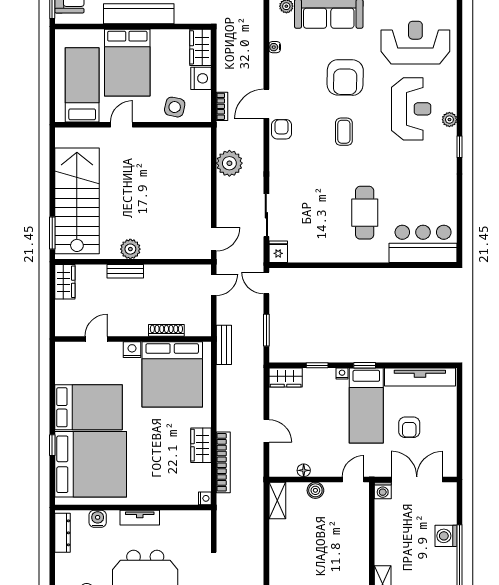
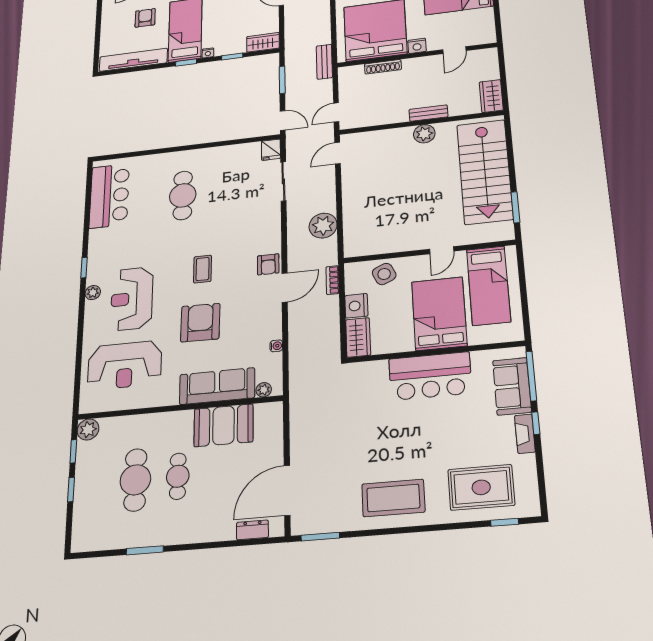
side table: (175, 107) -> (384, 274), turned -37
window: (52, 233) -> (515, 207), moved
bar counter: (423, 244) -> (109, 196), moved, turned -90

